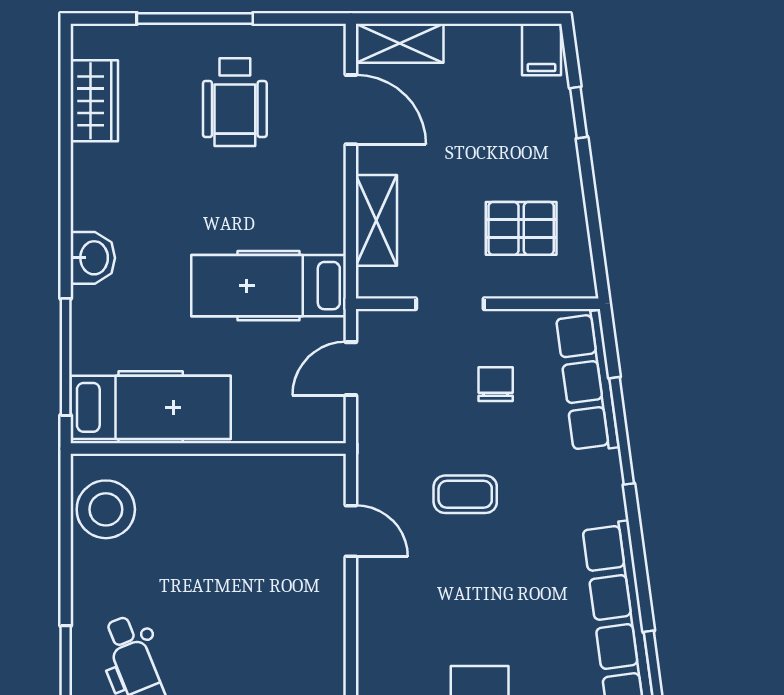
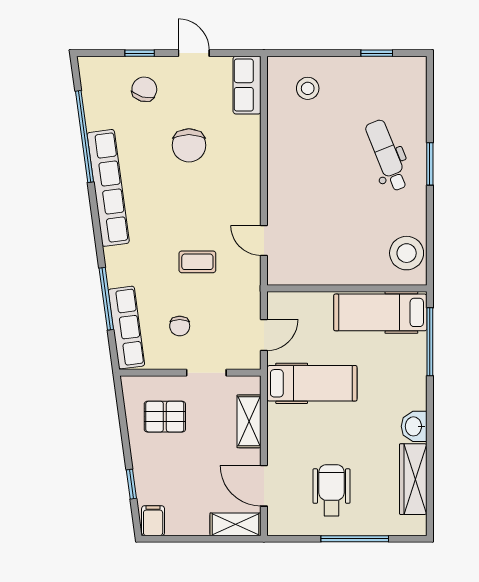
wardrobe: (94, 101) -> (413, 479), width x1.50
washbasin: (93, 258) -> (414, 426), moved

